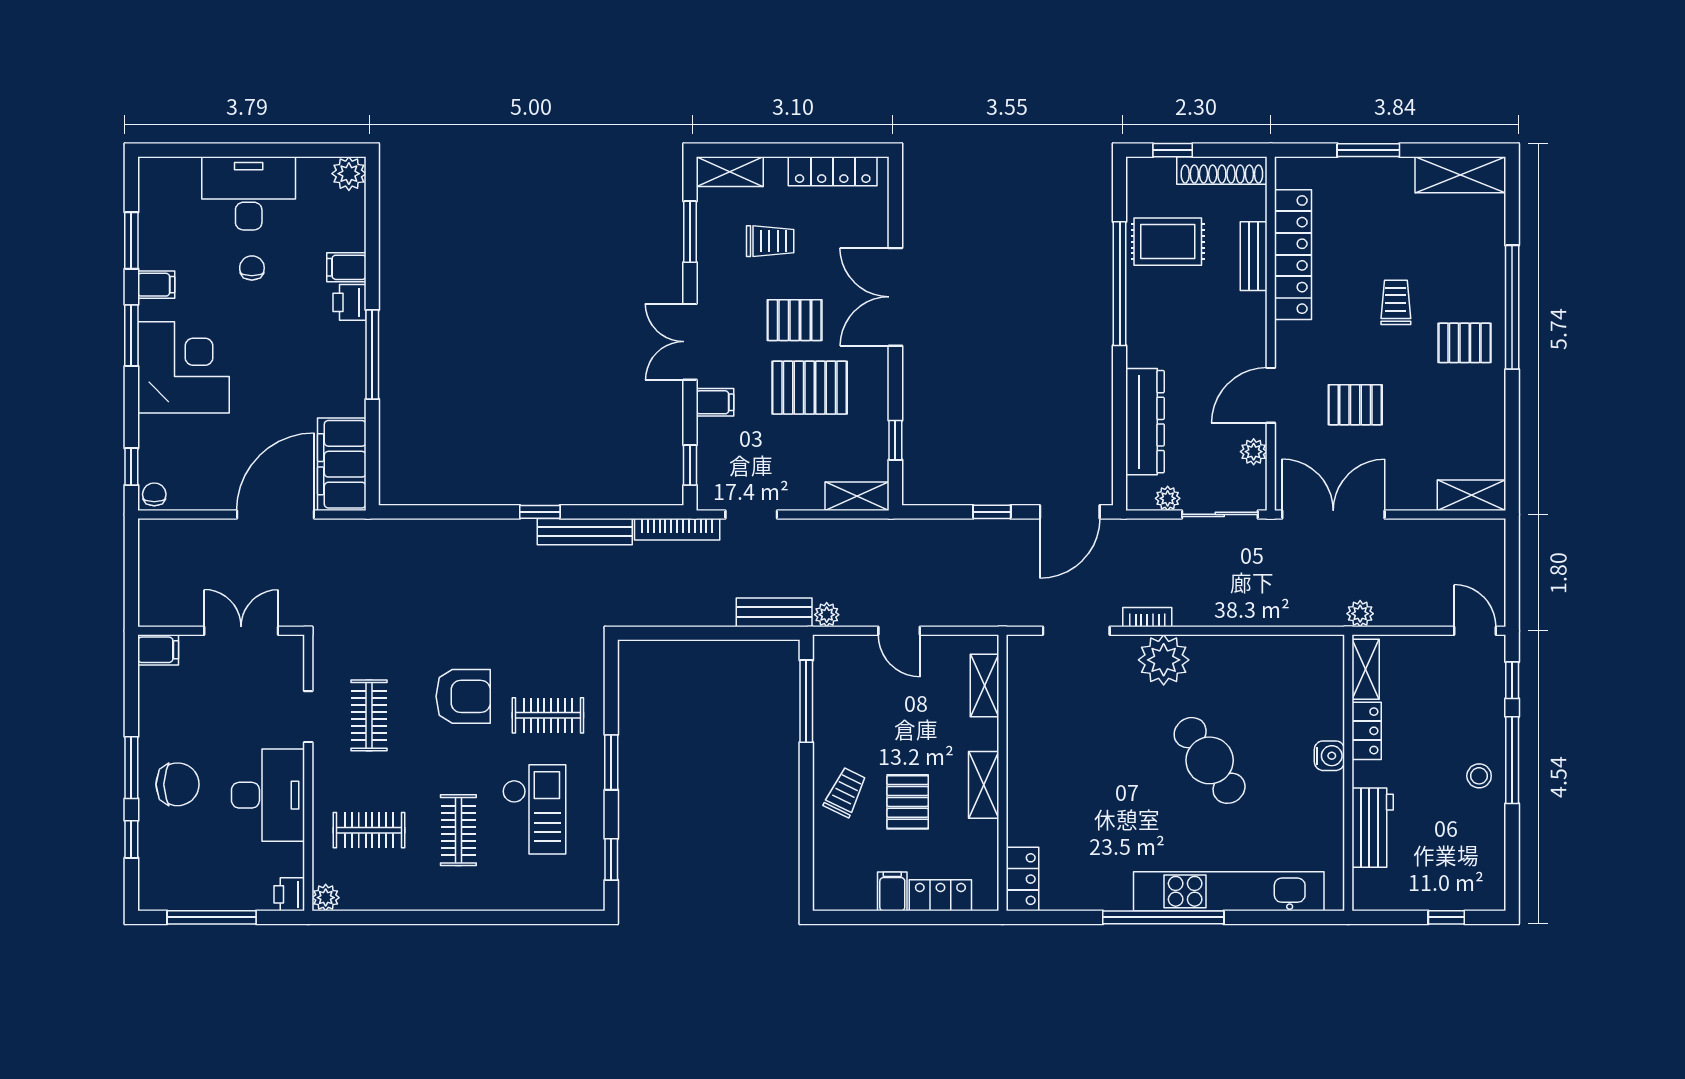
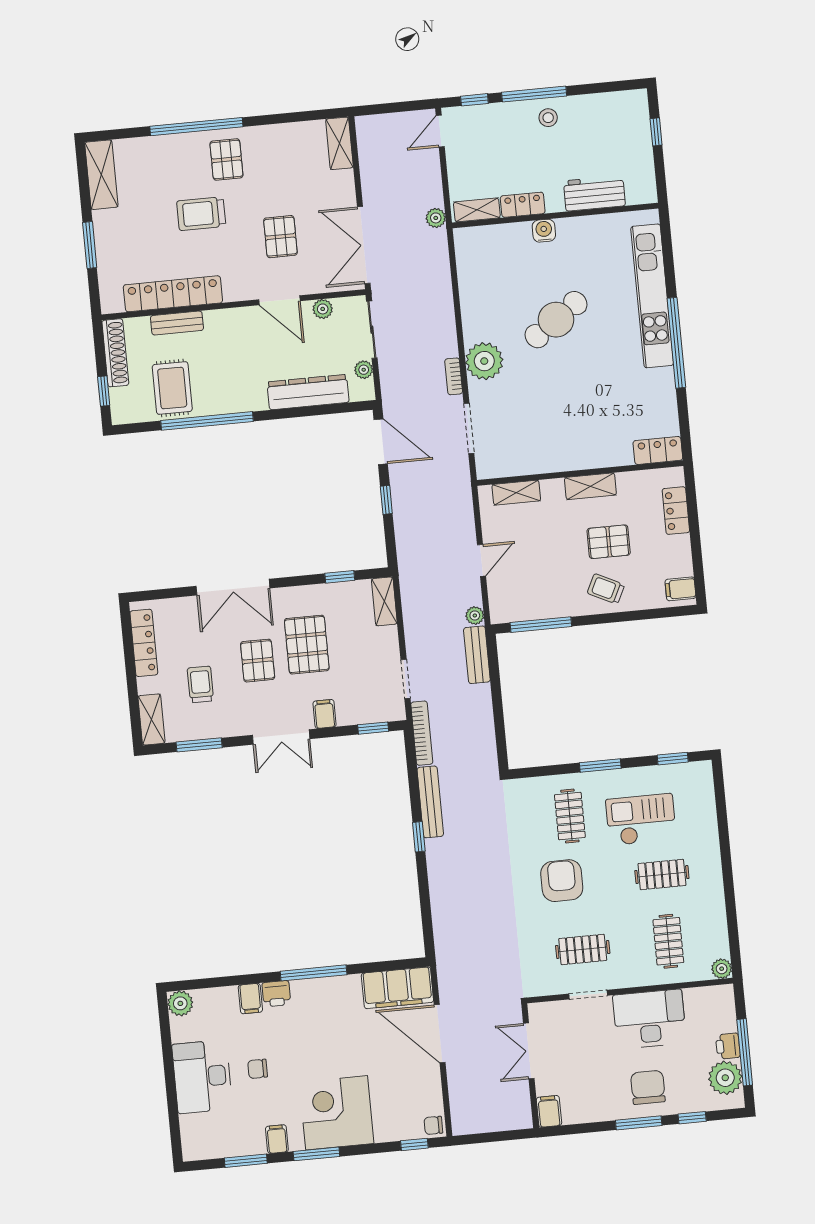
trolley: (1396, 302) -> (201, 214), width x1.36, depth x1.39
plant: (180, 888) -> (725, 1078), added
filing cabinet: (892, 891) -> (681, 589), moved
printer: (289, 894) -> (728, 1046), moved, turned 90

